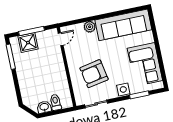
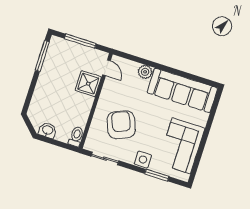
door: (61, 39) -> (106, 68), hinge flipped
shower: (28, 43) -> (88, 84), moved
armchair: (94, 74) -> (121, 125), turned 79
toilet: (56, 102) -> (76, 136), moved

